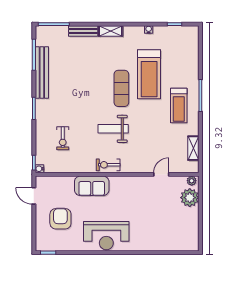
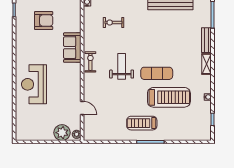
treadmill: (149, 74) -> (169, 97), turned 180
shelving: (193, 148) -> (105, 136), removed
reception desk: (106, 236) -> (34, 84), moved

